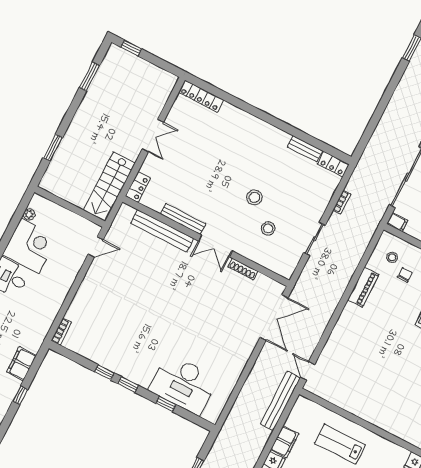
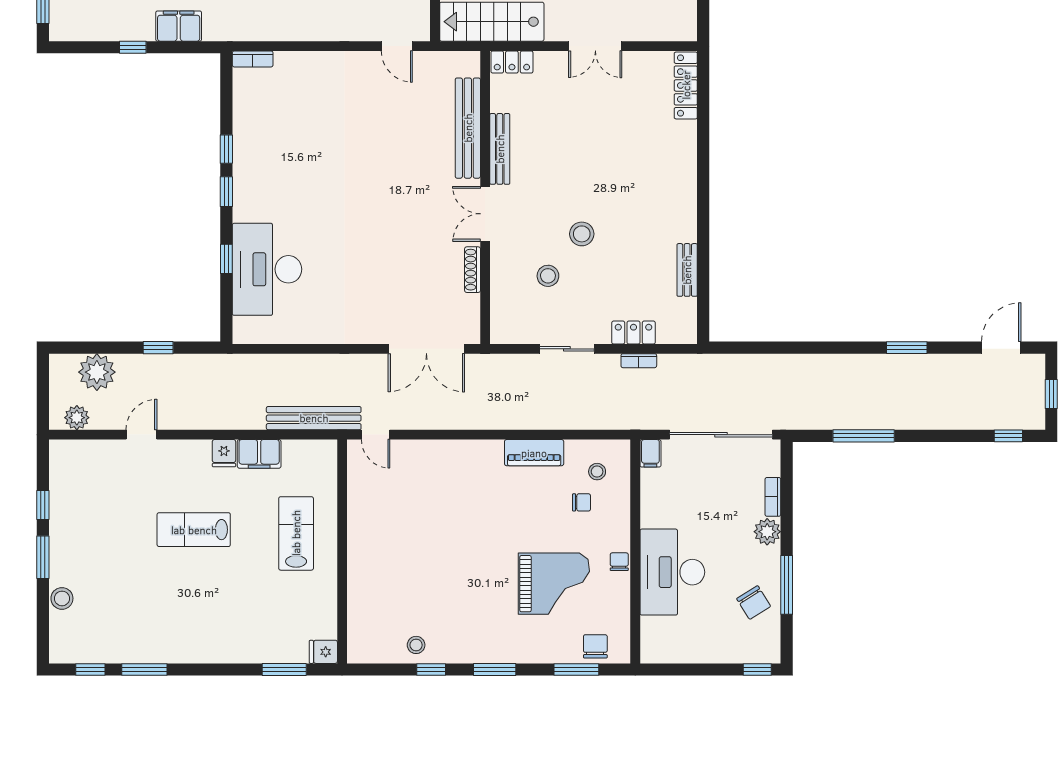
locker: (333, 164) -> (633, 333), moved, turned 90
door: (308, 371) -> (376, 435), swing flipped

